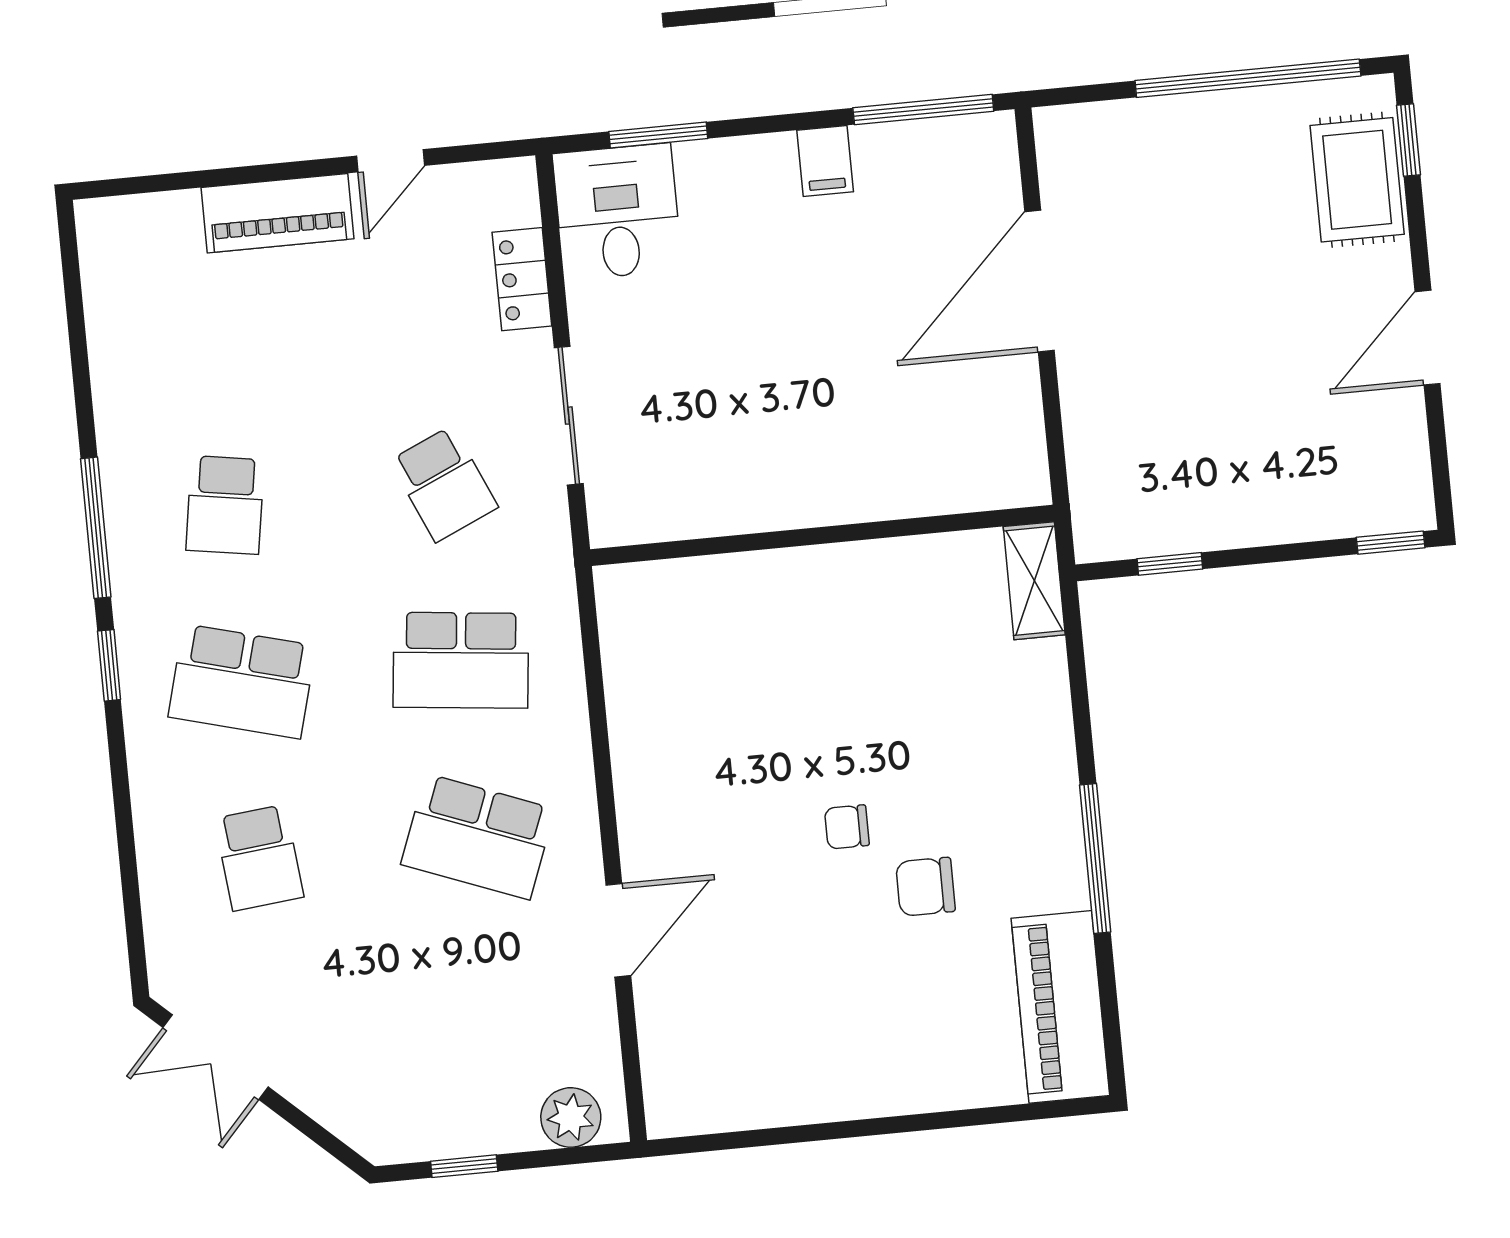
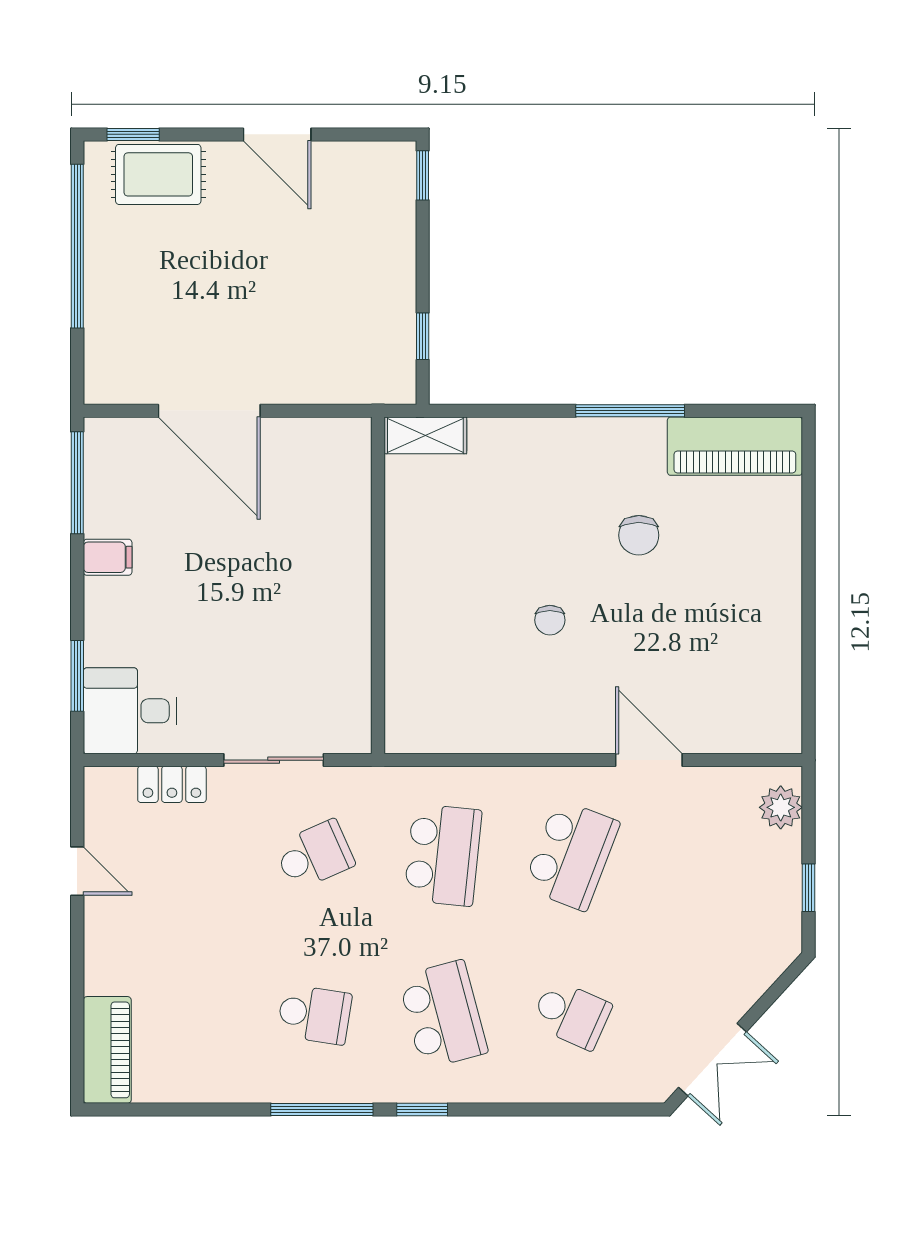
piano: (278, 213) -> (107, 1050), moved
school desk: (242, 681) -> (443, 1015), turned -30
chair: (847, 827) -> (550, 620), moved
school desk: (259, 858) -> (571, 1015), turned 30

